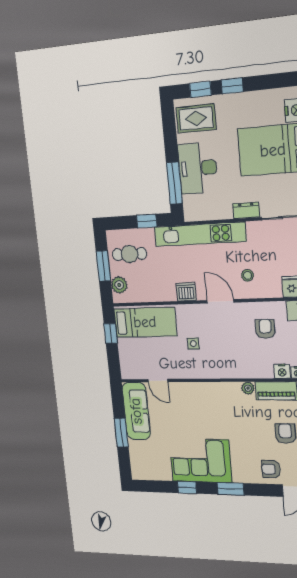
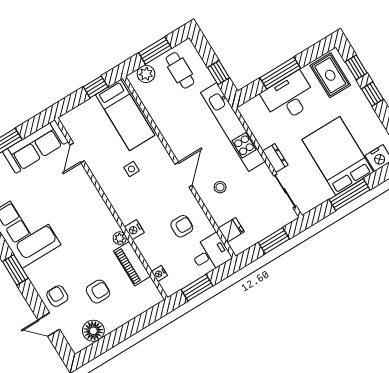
window: (174, 183) -> (280, 73), moved
dishwasher: (186, 292) -> (175, 140), removed
nightstand: (282, 371) -> (134, 230), moved

